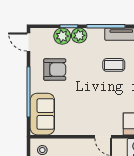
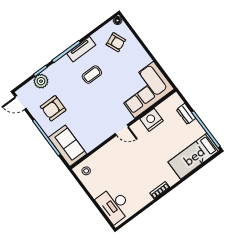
plant: (79, 35) -> (52, 72), removed
armchair: (55, 70) -> (53, 108), turned 180

